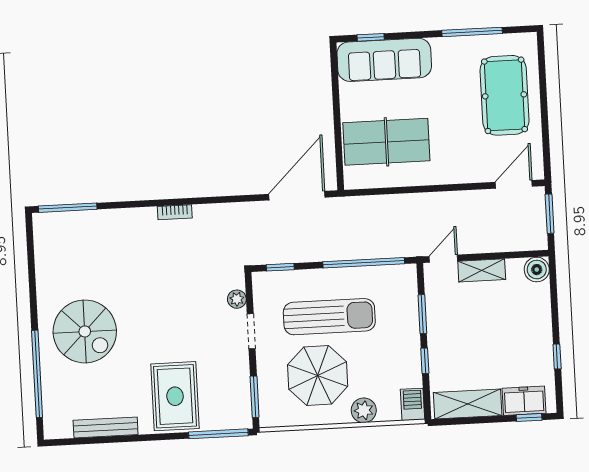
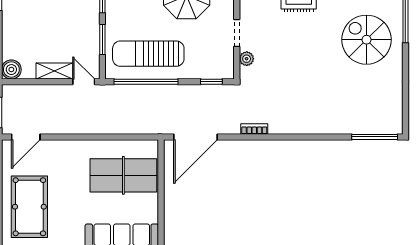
bookcase: (175, 212) -> (254, 129), moved
door: (443, 259) -> (84, 82), swing flipped
sun lounger: (329, 317) -> (148, 54), moved

